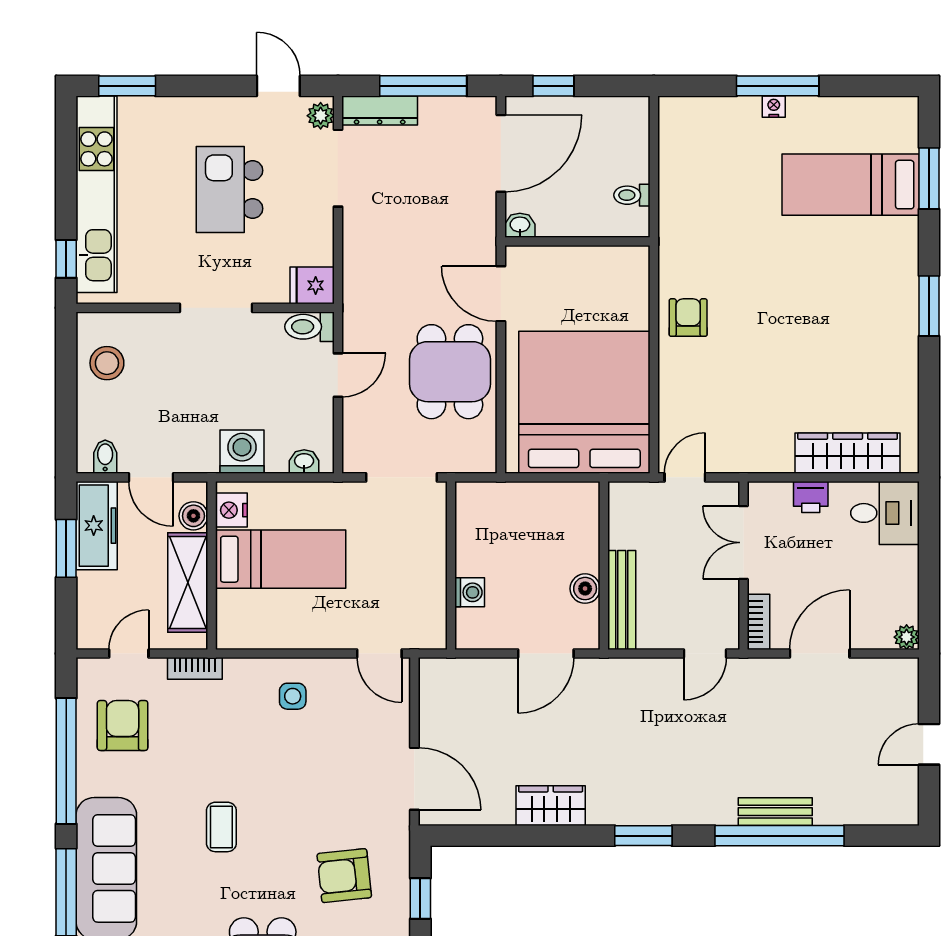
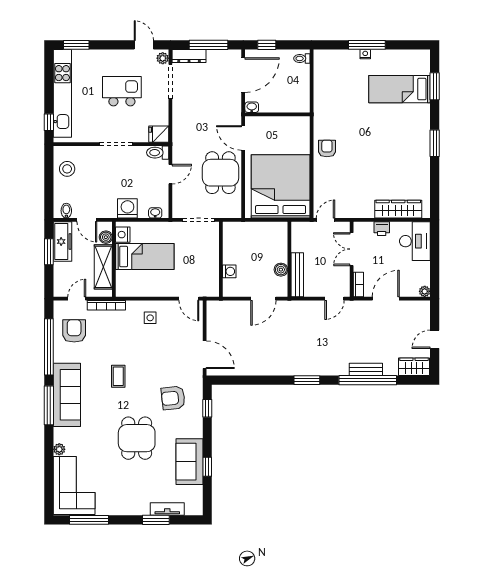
kitchen island: (230, 189) -> (122, 91), turned 90
toilet: (632, 195) -> (302, 58), moved
desk: (885, 513) -> (415, 241), width x1.37
bookcase: (195, 668) -> (106, 305), width x1.56
wardrobe: (551, 806) -> (414, 367), moved

